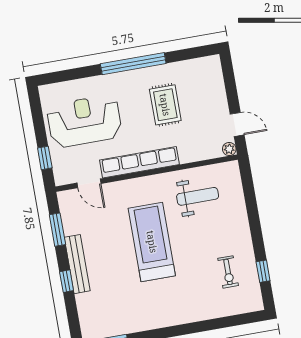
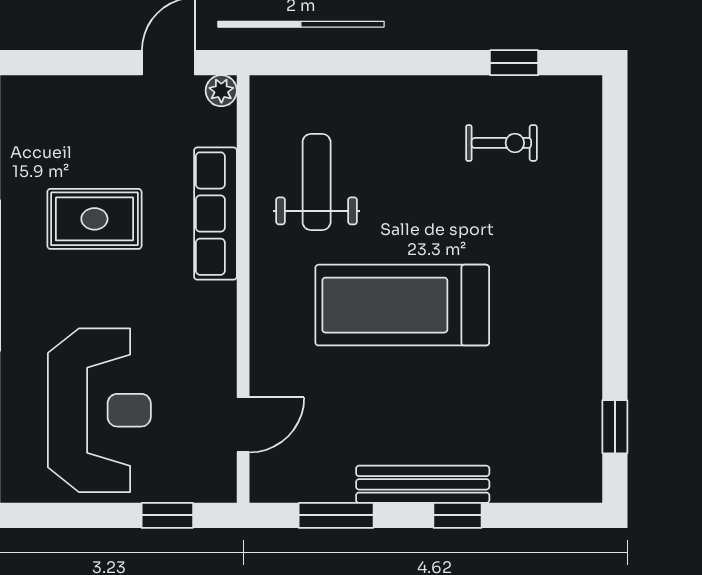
reception desk: (84, 121) -> (99, 410), turned 180
row of seats: (139, 162) -> (215, 214), moved, width x0.73

